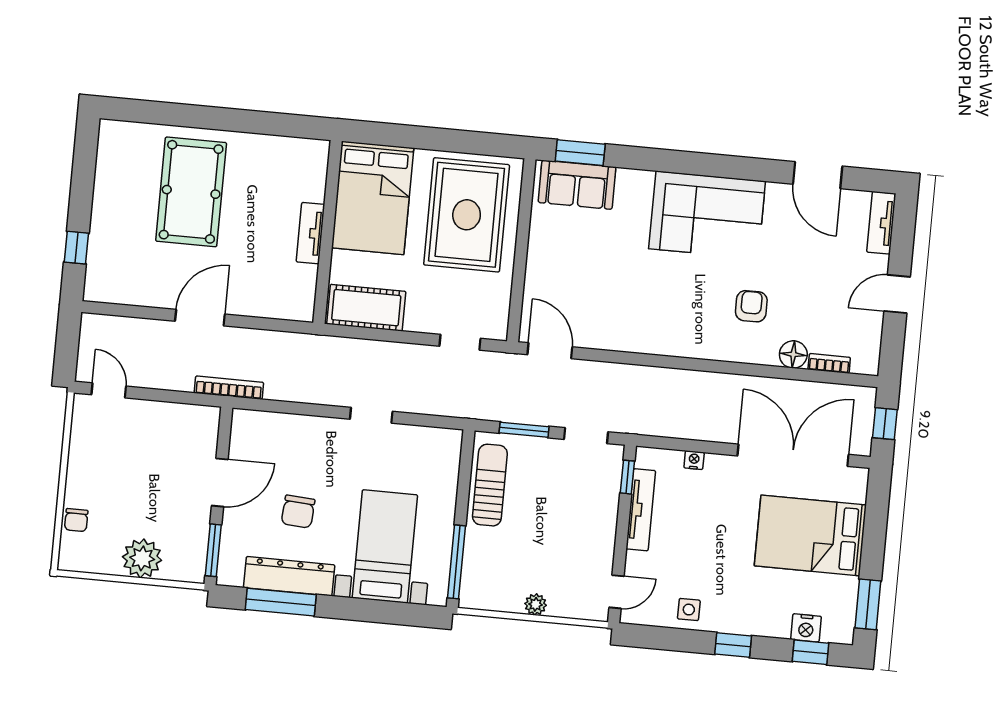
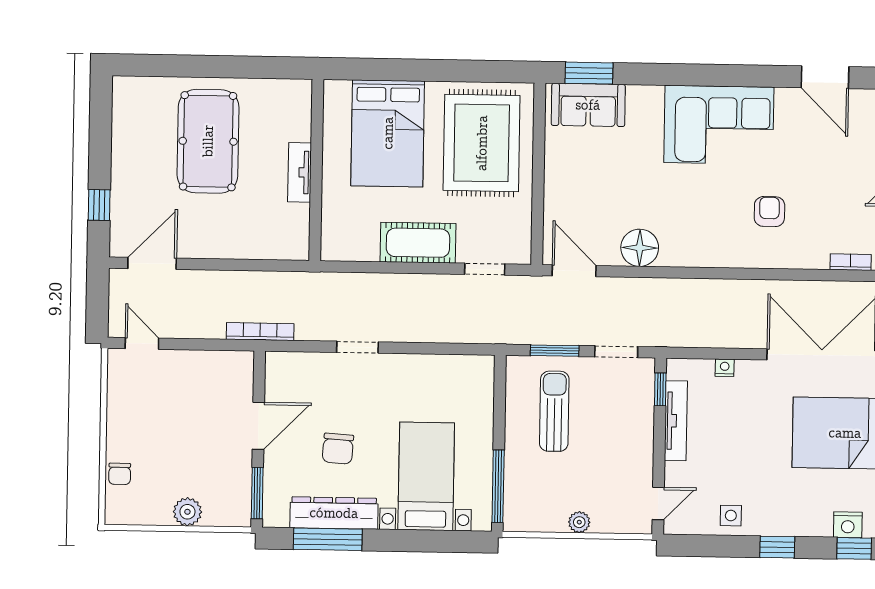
wall: (328, 232) -> (316, 170), moved
tv unit: (310, 233) -> (300, 172), moved
cot: (366, 308) -> (418, 243), moved
door: (200, 318) -> (152, 263), moved
floor lamp: (793, 354) -> (640, 248), moved, width x1.38, depth x1.38
doorway: (371, 415) -> (358, 347), moved
sun lounger: (490, 485) -> (554, 411), moved
plant: (142, 558) -> (187, 512), width x0.73, depth x0.73

